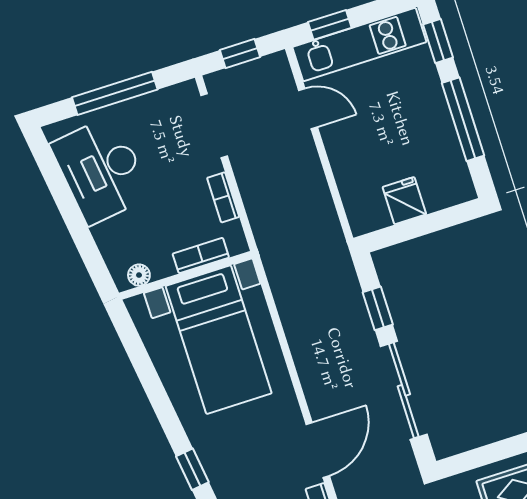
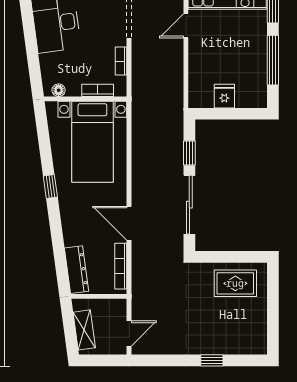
door: (308, 109) -> (186, 26), swing flipped
door: (318, 450) -> (129, 223), swing flipped
window: (192, 469) -> (50, 186), moved

